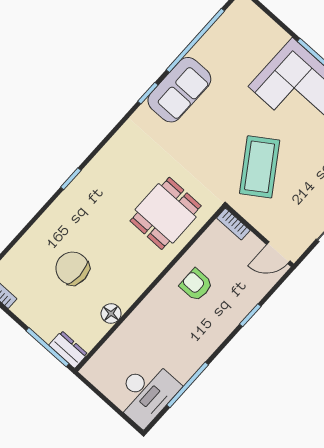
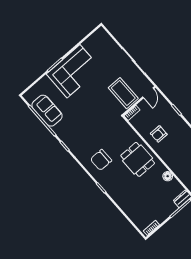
sofa: (179, 90) -> (47, 111), moved
coffee table: (260, 167) -> (123, 93), moved, turned 34
dining table: (166, 213) -> (138, 159), moved
chair: (72, 268) -> (101, 160), moved

